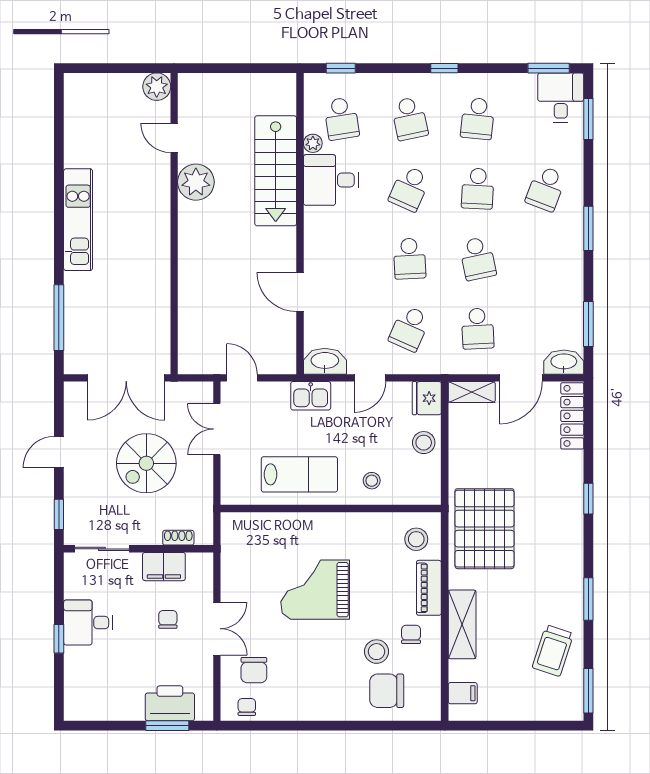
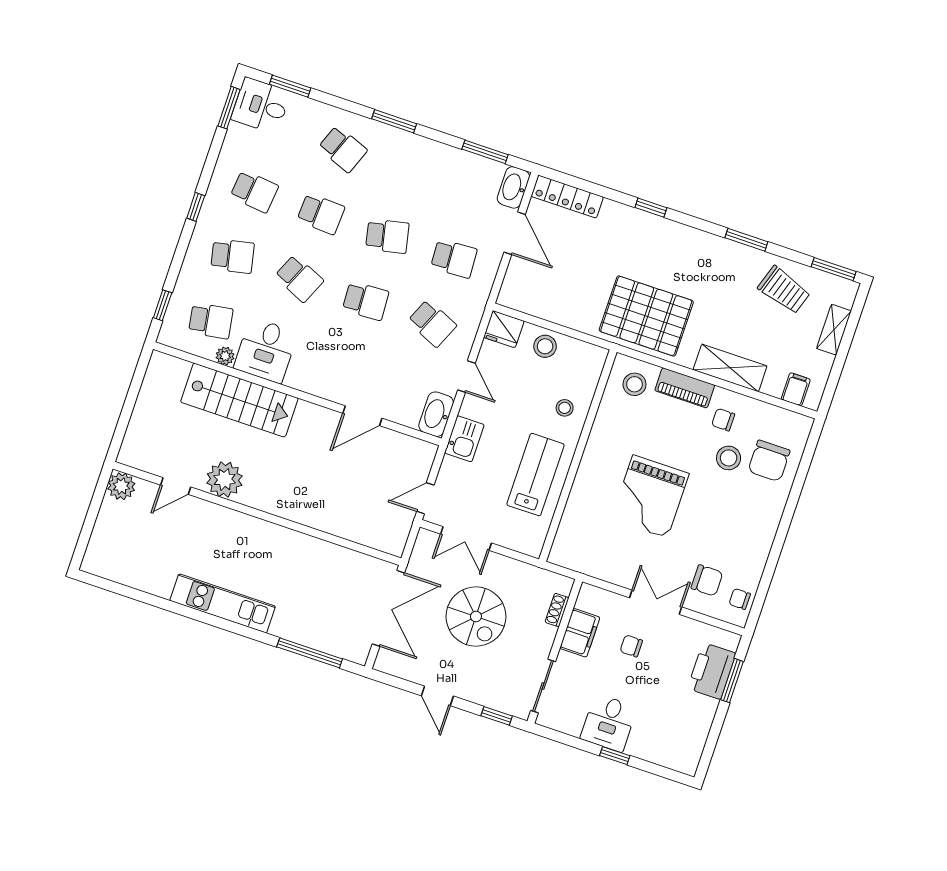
shelving: (472, 392) -> (834, 330), moved

